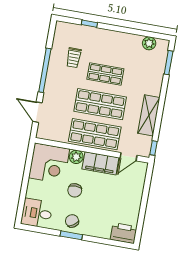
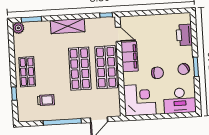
plant: (149, 43) -> (18, 28), moved
shop shelf: (105, 74) -> (27, 72), moved
shelving: (149, 115) -> (68, 26), moved
plant: (76, 157) -> (129, 78), removed
desk: (37, 213) -> (180, 101), width x1.37
printer: (124, 233) -> (184, 35), moved

